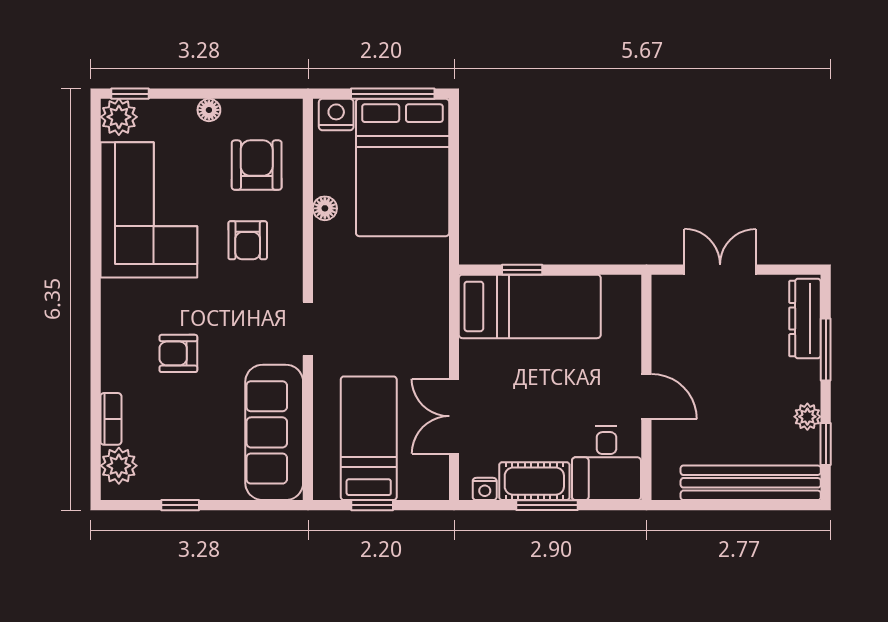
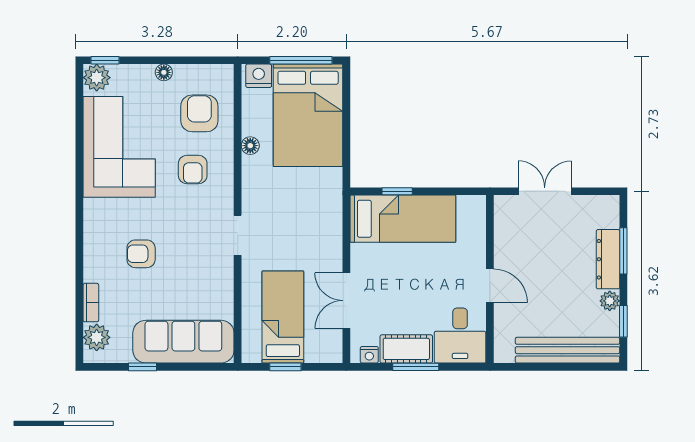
dresser: (805, 319) -> (608, 259), moved
sofa: (274, 432) -> (183, 342), moved, turned 90

